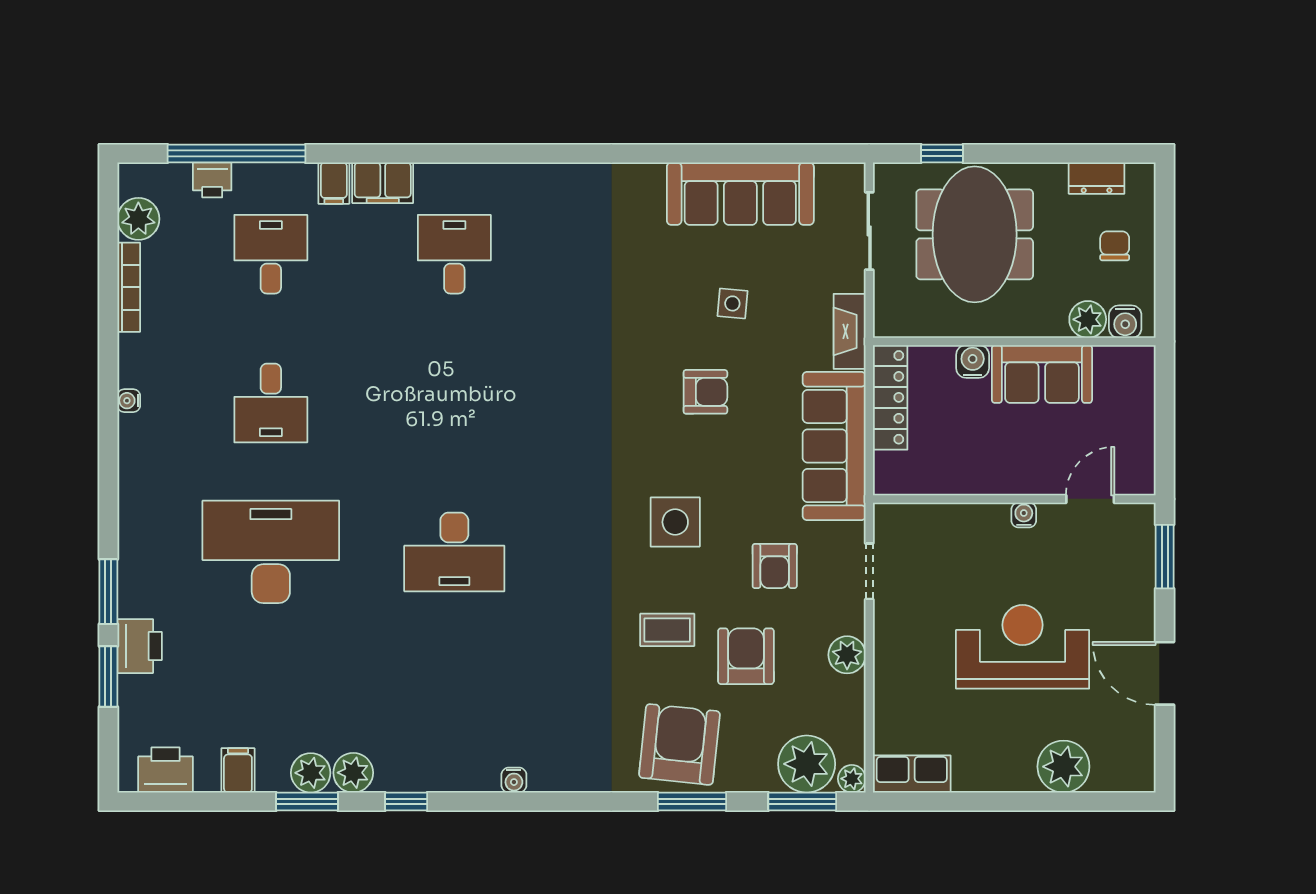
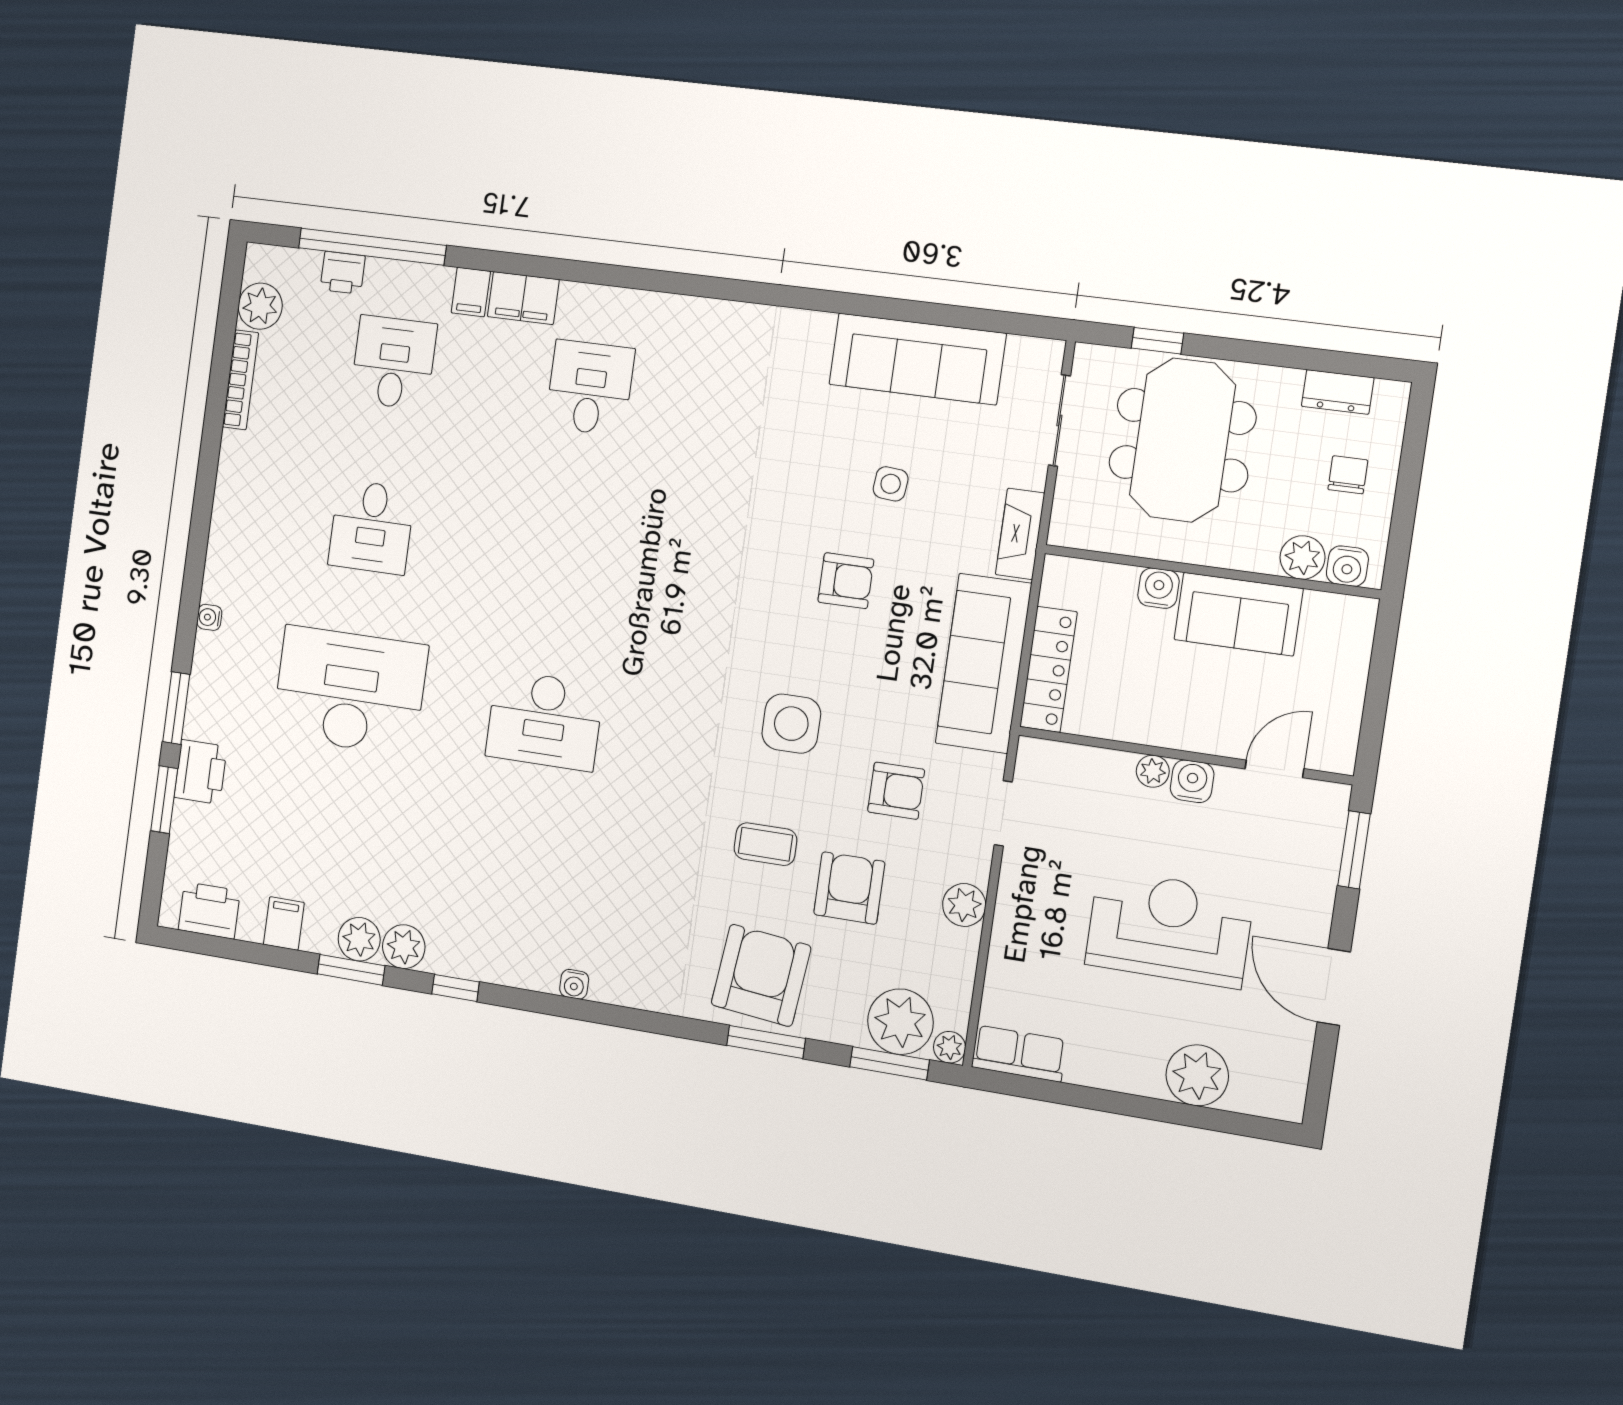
locker: (890, 397) -> (1049, 669), moved
water cooler: (129, 401) -> (209, 617), moved
water cooler: (1024, 515) -> (1192, 781), width x1.38, depth x1.38
plant: (990, 516) -> (1153, 771), added
armchair: (775, 566) -> (896, 791), turned -90

